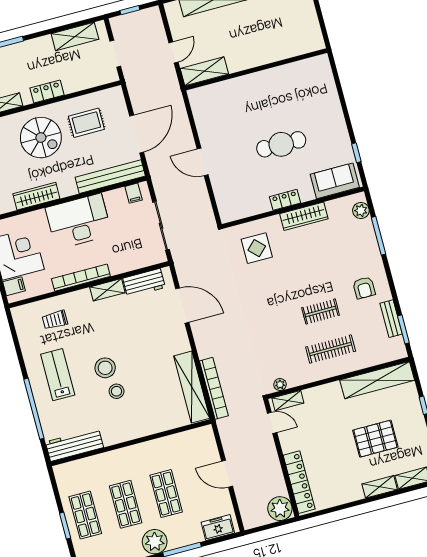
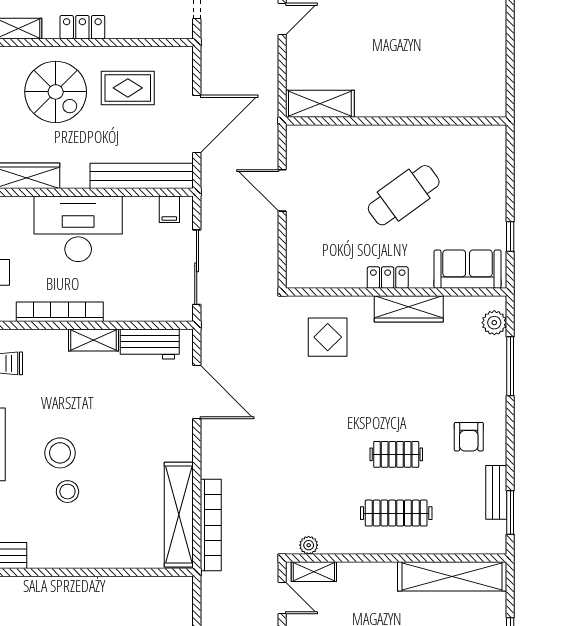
wall: (256, 69) -> (396, 121), moved
shelving: (204, 71) -> (320, 104), moved
cafe table: (281, 144) -> (404, 195), turned -36

